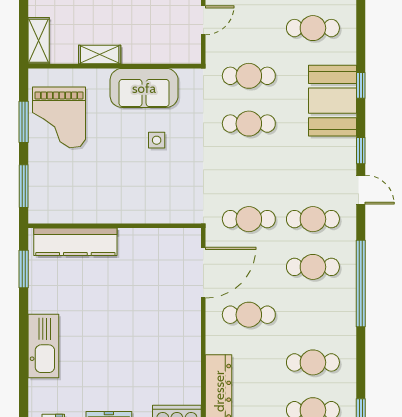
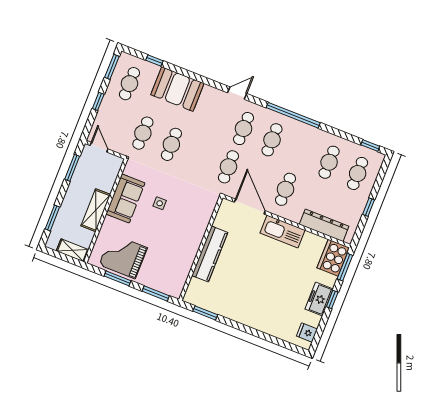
shelving: (100, 55) -> (96, 210), width x1.50, depth x1.33
window: (361, 85) -> (154, 60), moved
grand piano: (59, 117) -> (123, 256), turned 180
window: (361, 151) -> (214, 84), removed
kitchen counter: (75, 242) -> (210, 254), moved
kitchen sink: (43, 346) -> (283, 232), moved, turned 180

